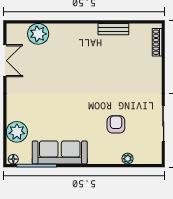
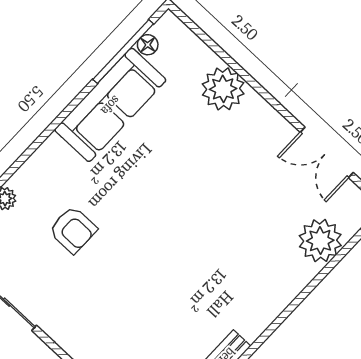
plant: (17, 132) -> (223, 89), moved
floor lamp: (13, 159) -> (148, 45), moved

